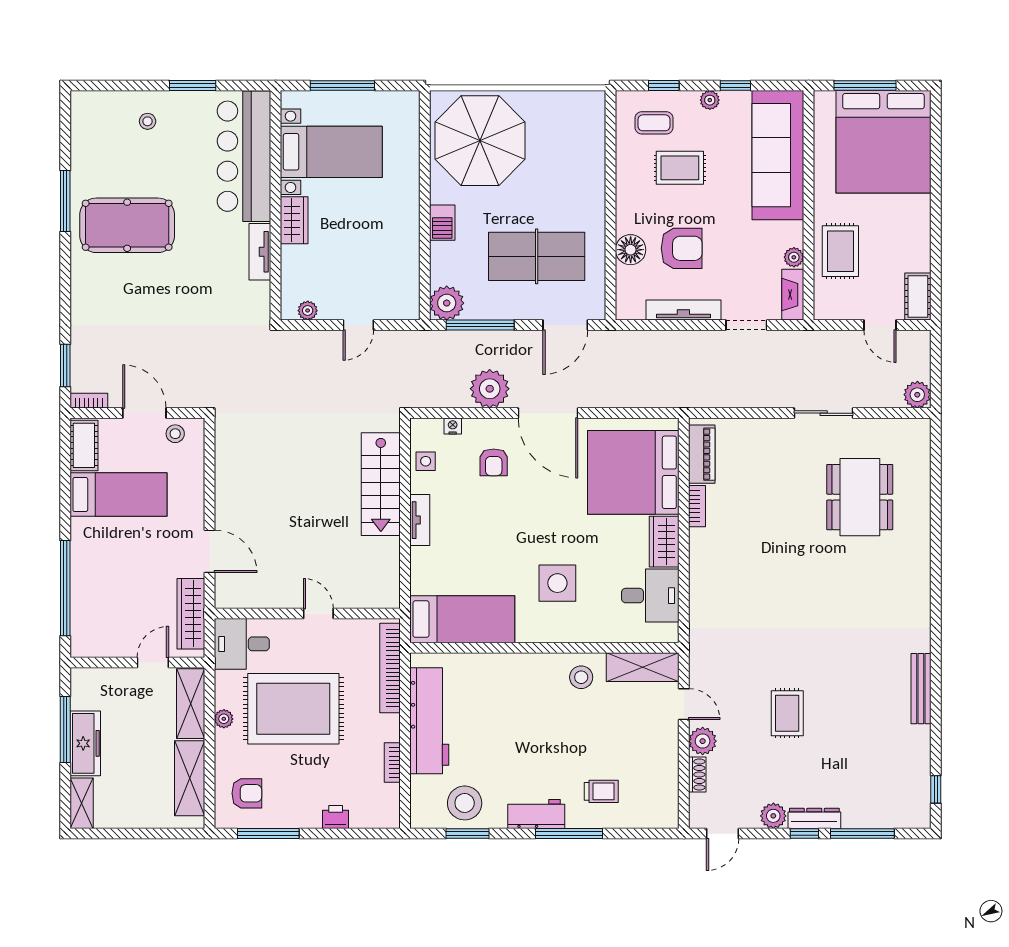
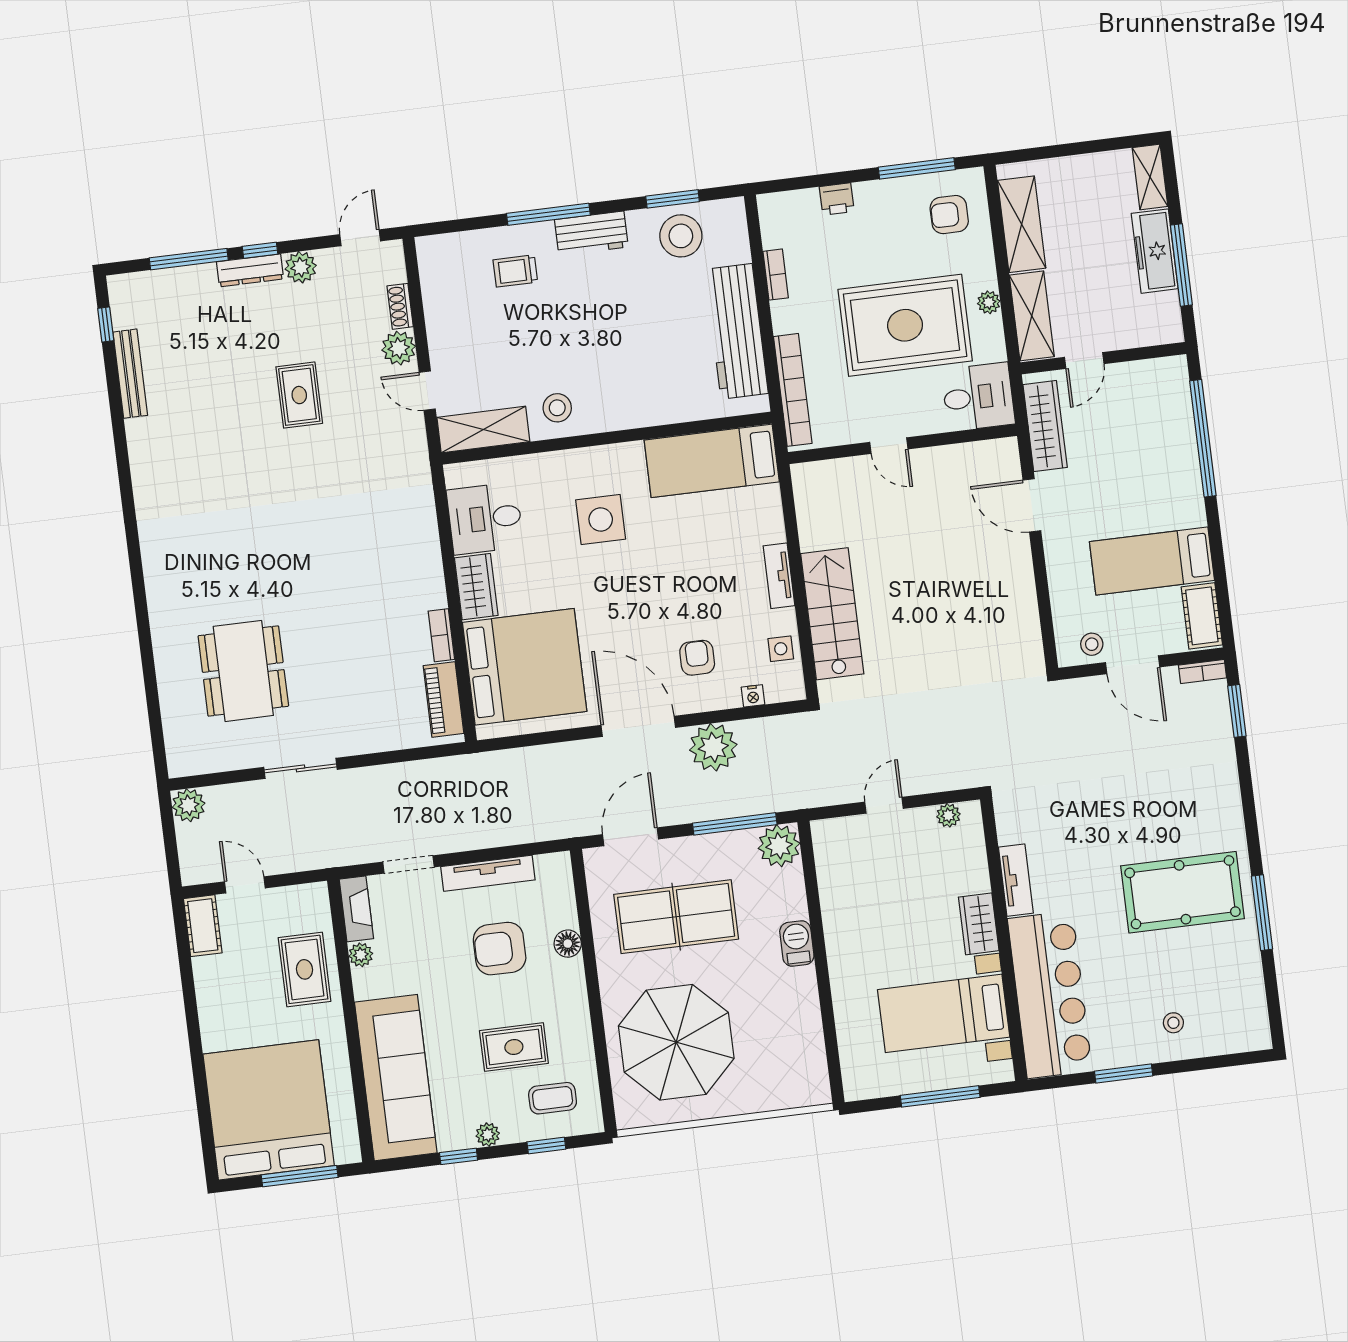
parasol: (480, 141) -> (676, 1042), moved
floor lamp: (631, 250) -> (568, 944), width x0.73, depth x0.73
bench: (921, 689) -> (130, 374), moved

